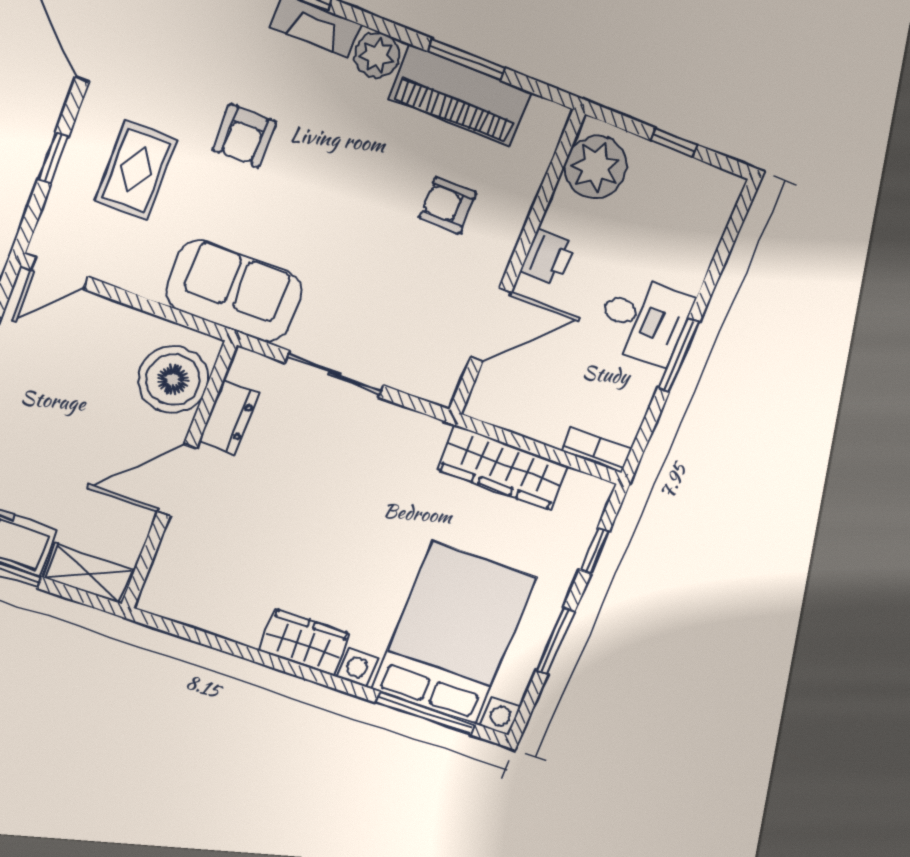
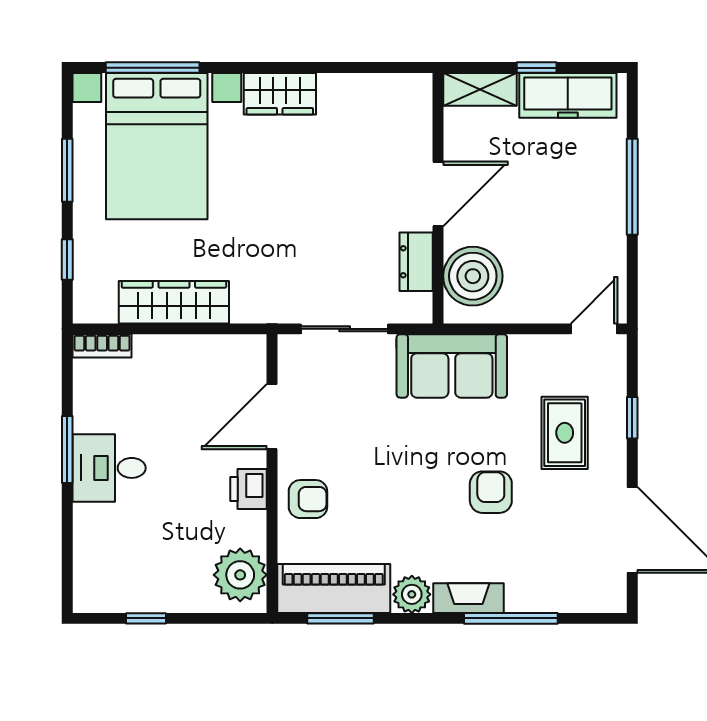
plant: (596, 167) -> (240, 575), moved
printer: (548, 257) -> (249, 489), moved
wall: (516, 264) -> (272, 474), moved
door: (491, 325) -> (272, 417), moved

